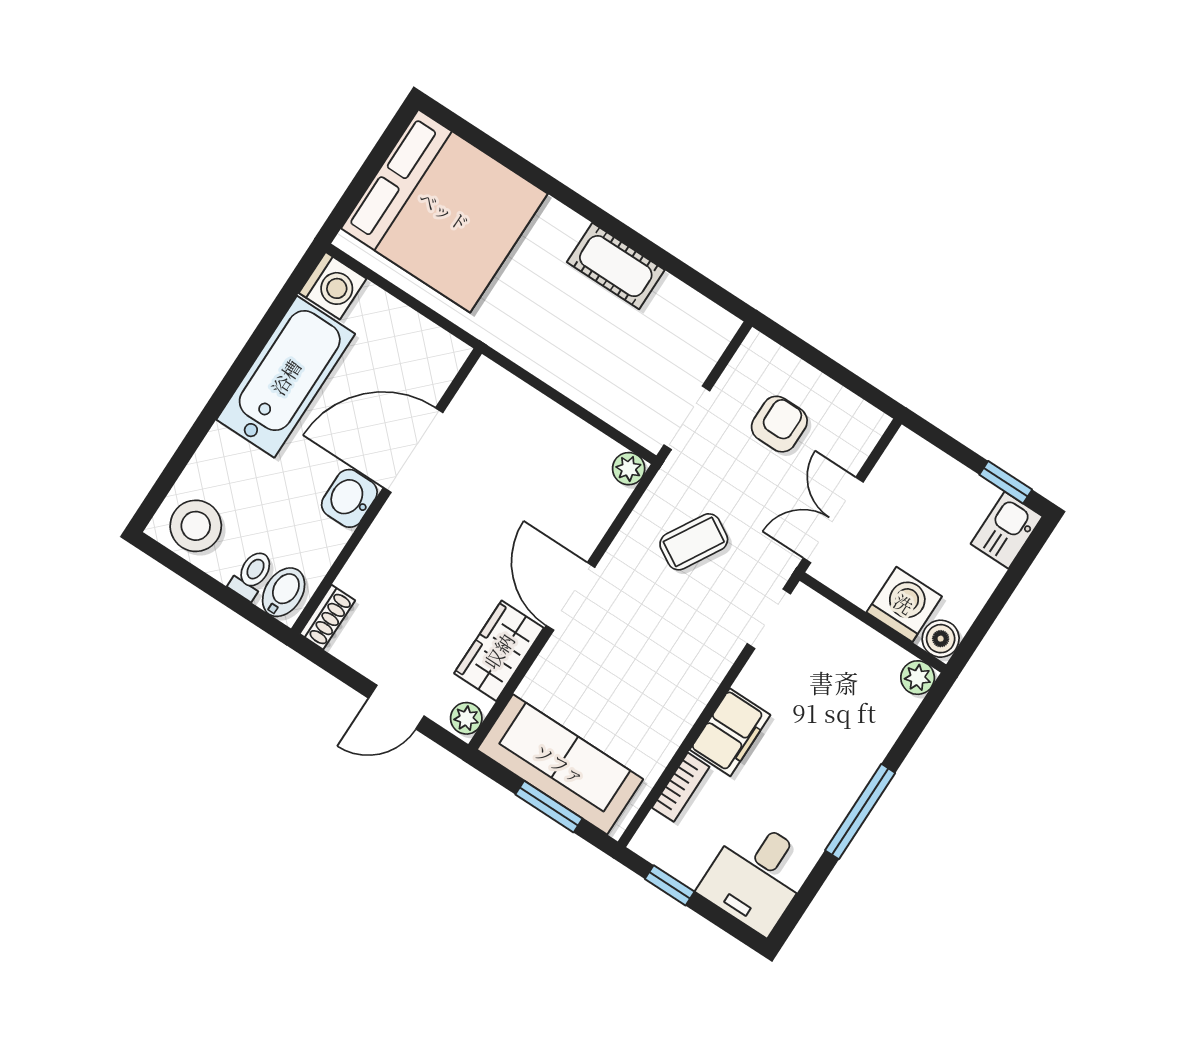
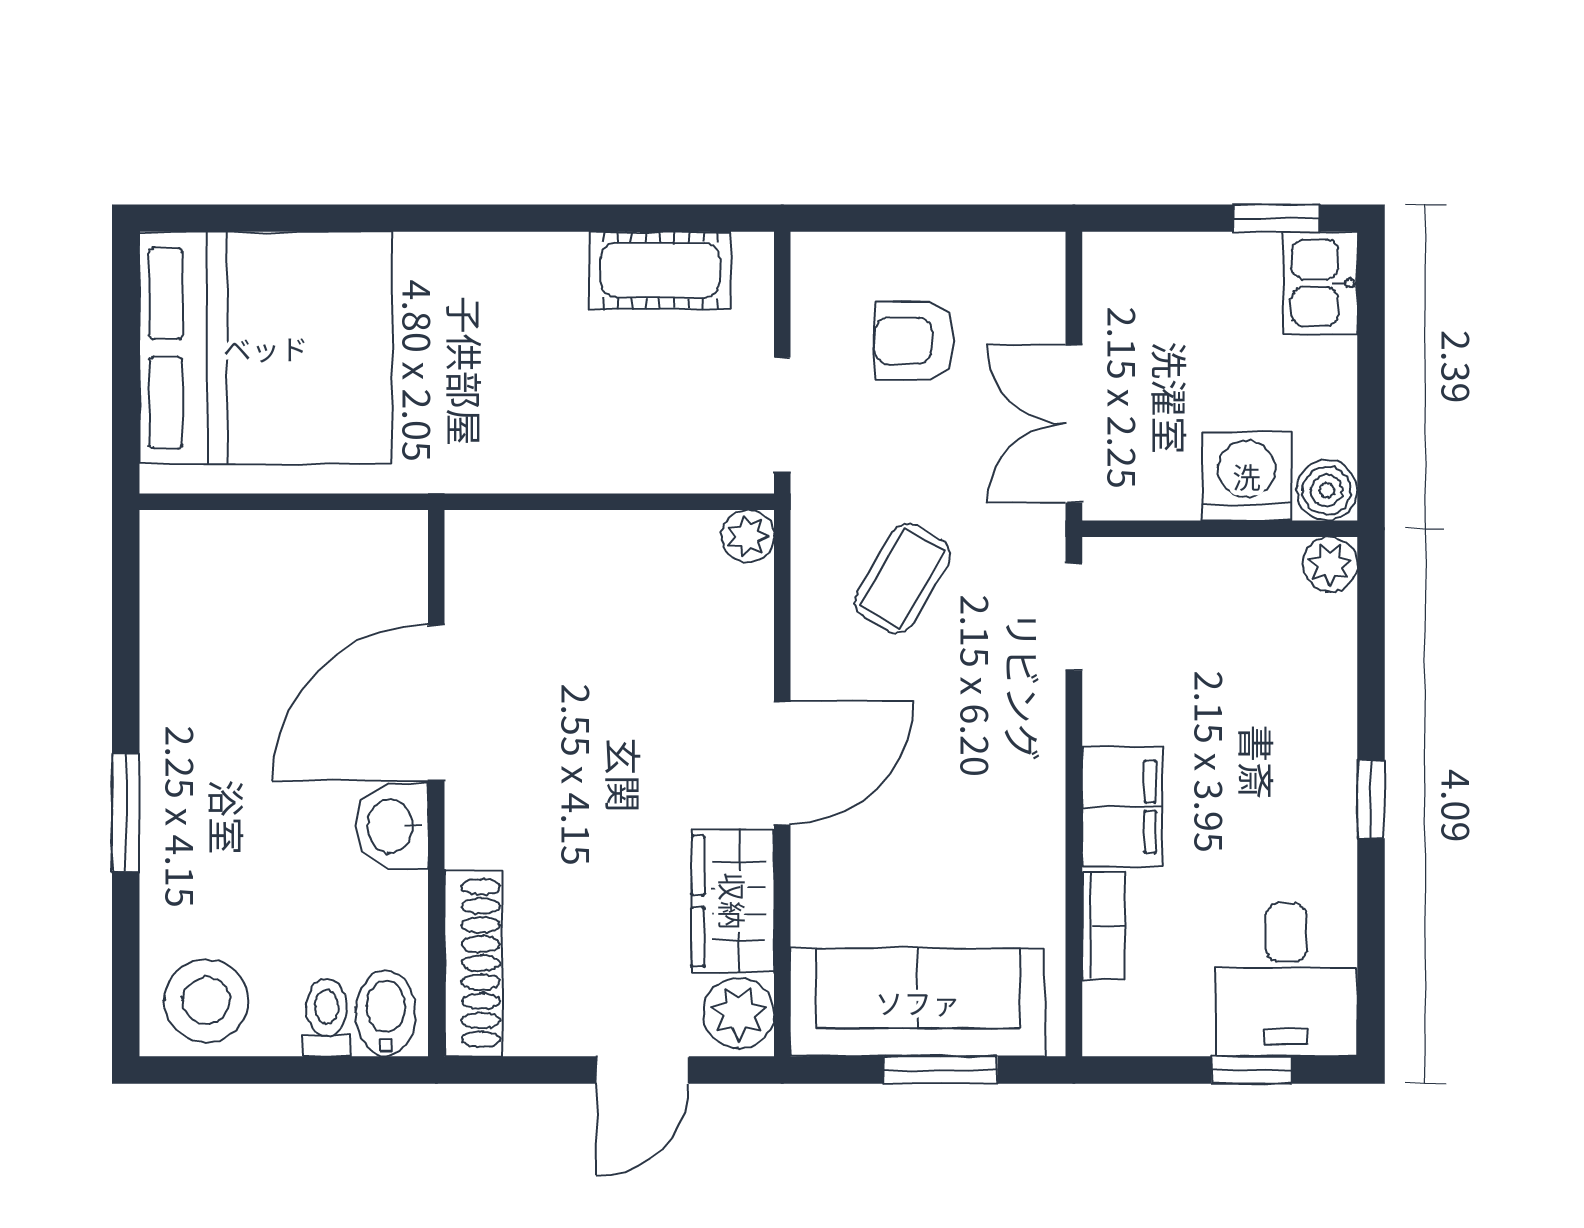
cot: (616, 266) -> (660, 270), moved
washing machine: (333, 286) -> (179, 550), removed
bathtub: (286, 377) -> (196, 716), removed
window: (217, 402) -> (126, 813), added
armchair: (779, 424) -> (914, 341), turned -90
door: (570, 596) -> (782, 763), swing flipped
shoe rack: (327, 617) -> (473, 963), width x1.94, depth x1.24
plant: (466, 718) -> (739, 1013), width x1.38, depth x1.38
window: (860, 812) -> (1371, 799), width x0.46
window: (670, 885) -> (1252, 1070), moved

